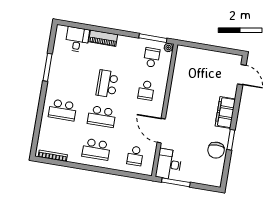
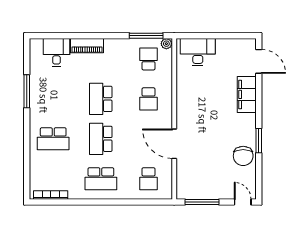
filing cabinet: (225, 112) -> (247, 94), moved
school desk: (102, 117) -> (101, 139), turned 90
desk: (169, 164) -> (198, 52), moved, turned 90
door: (209, 188) -> (243, 202), added

